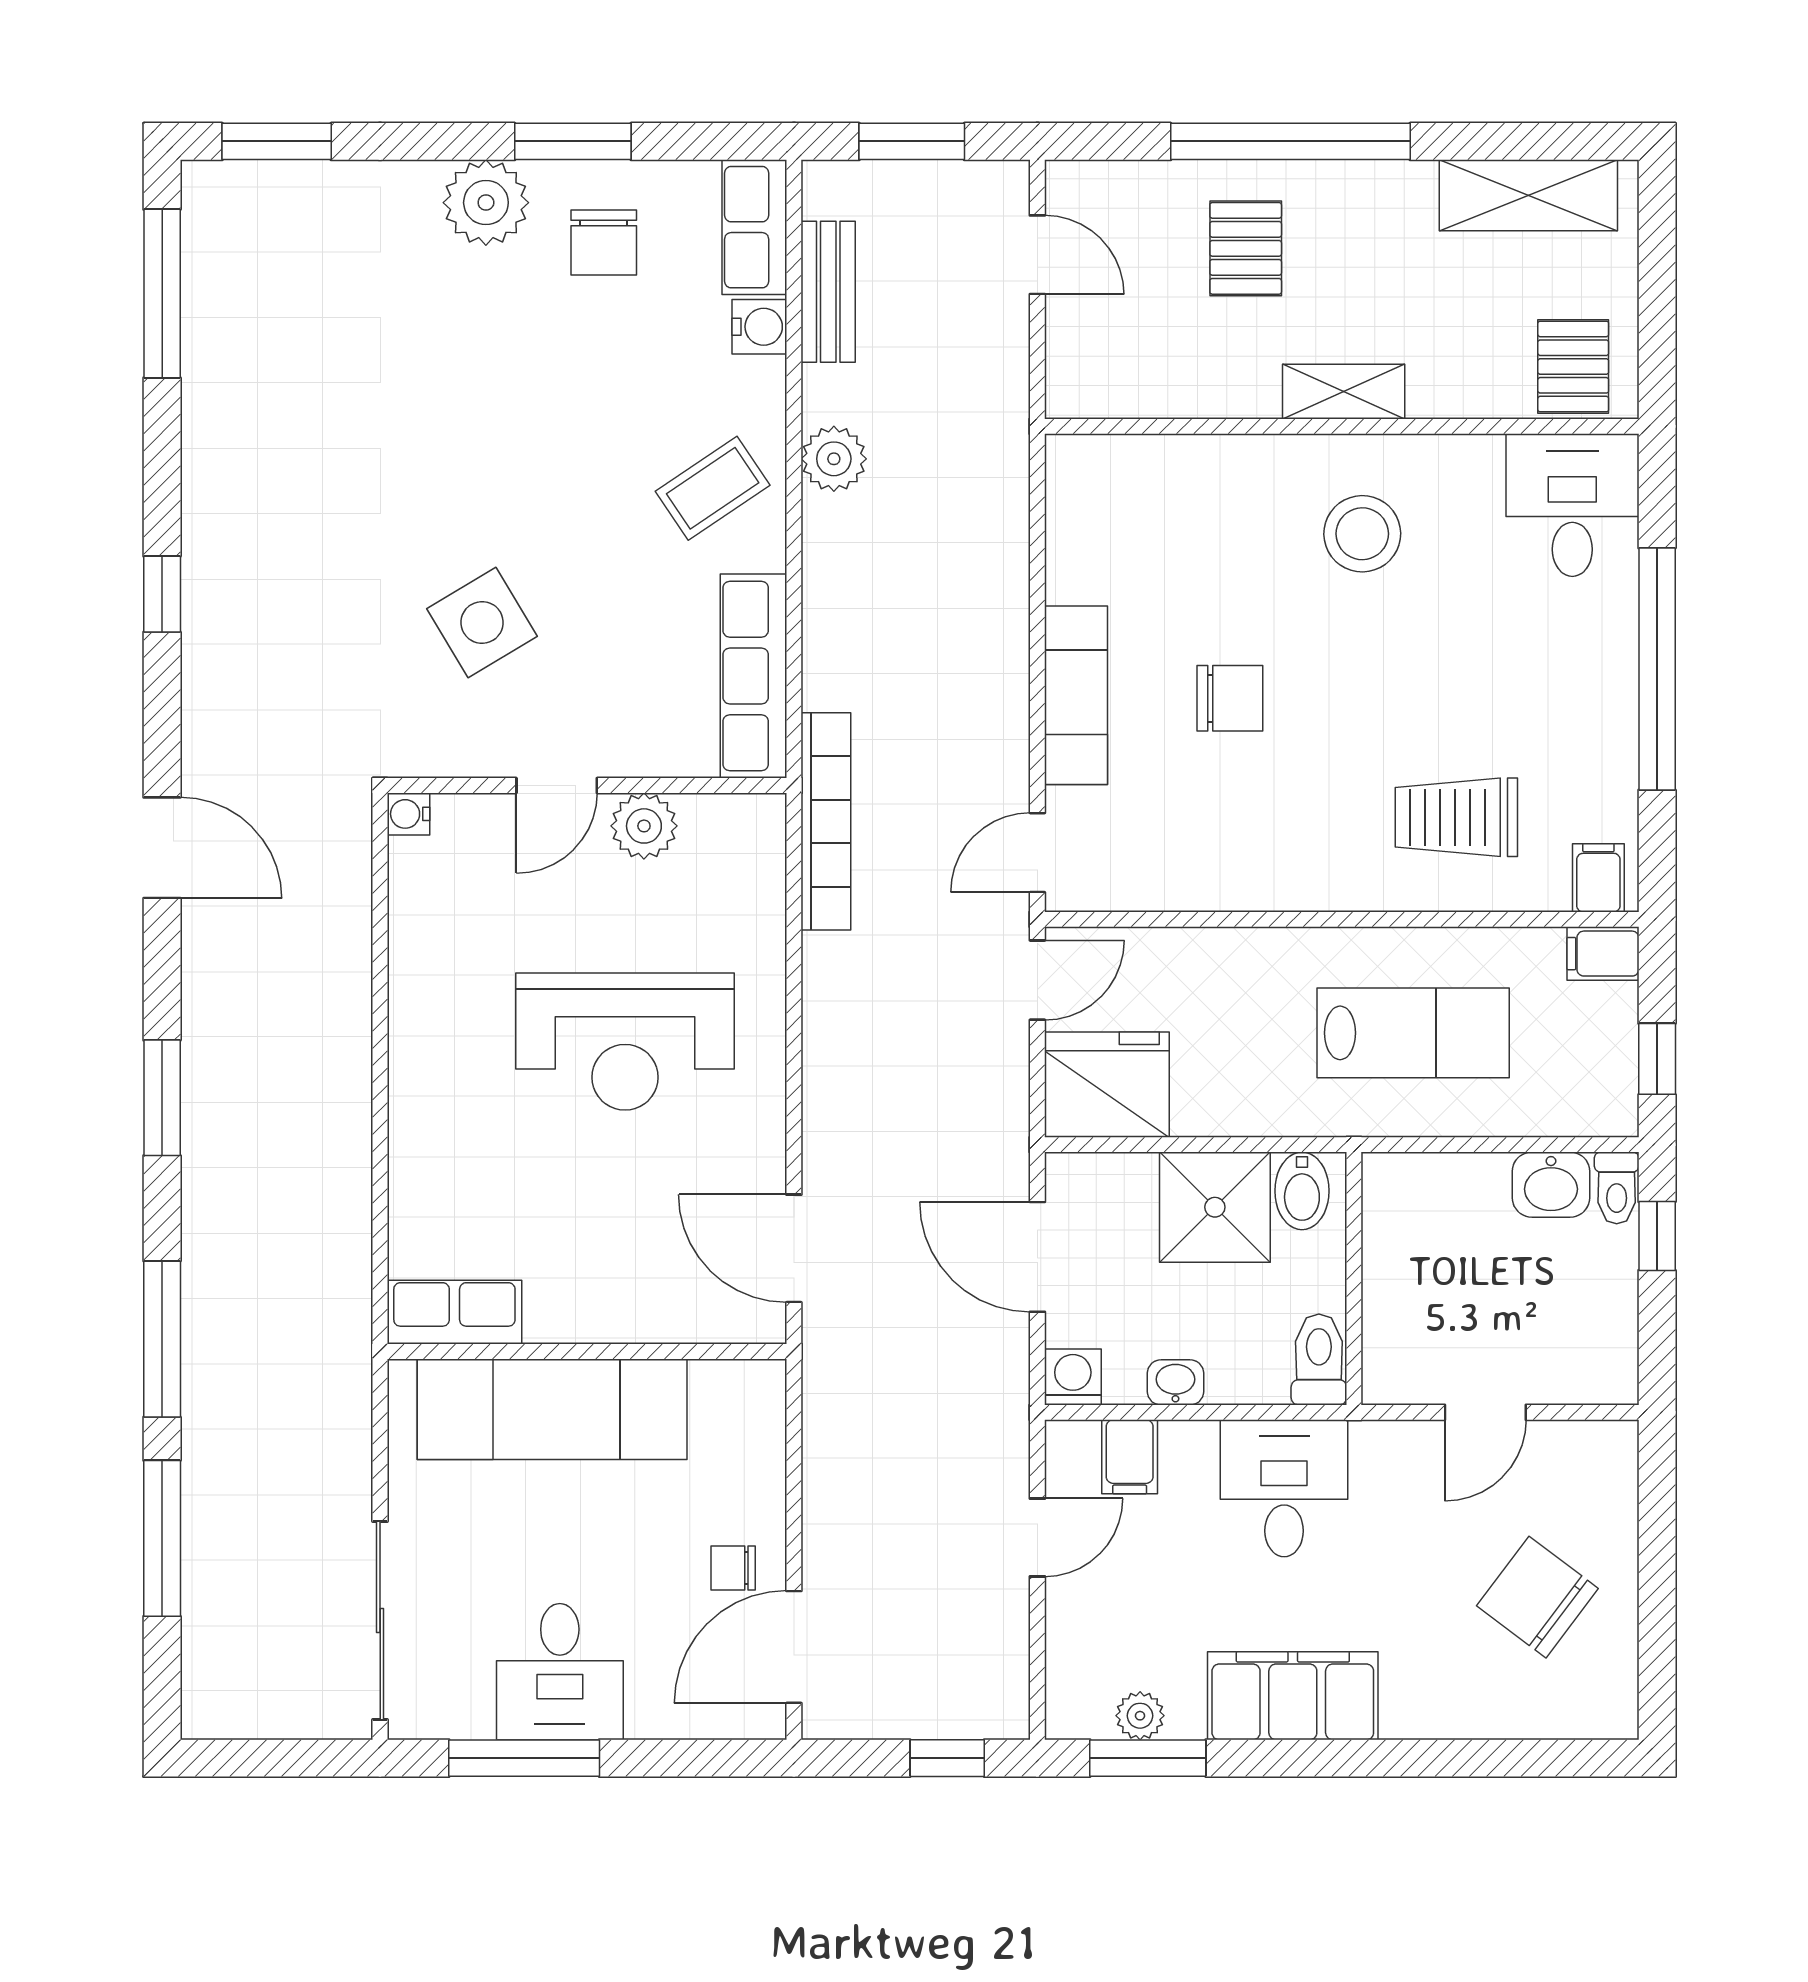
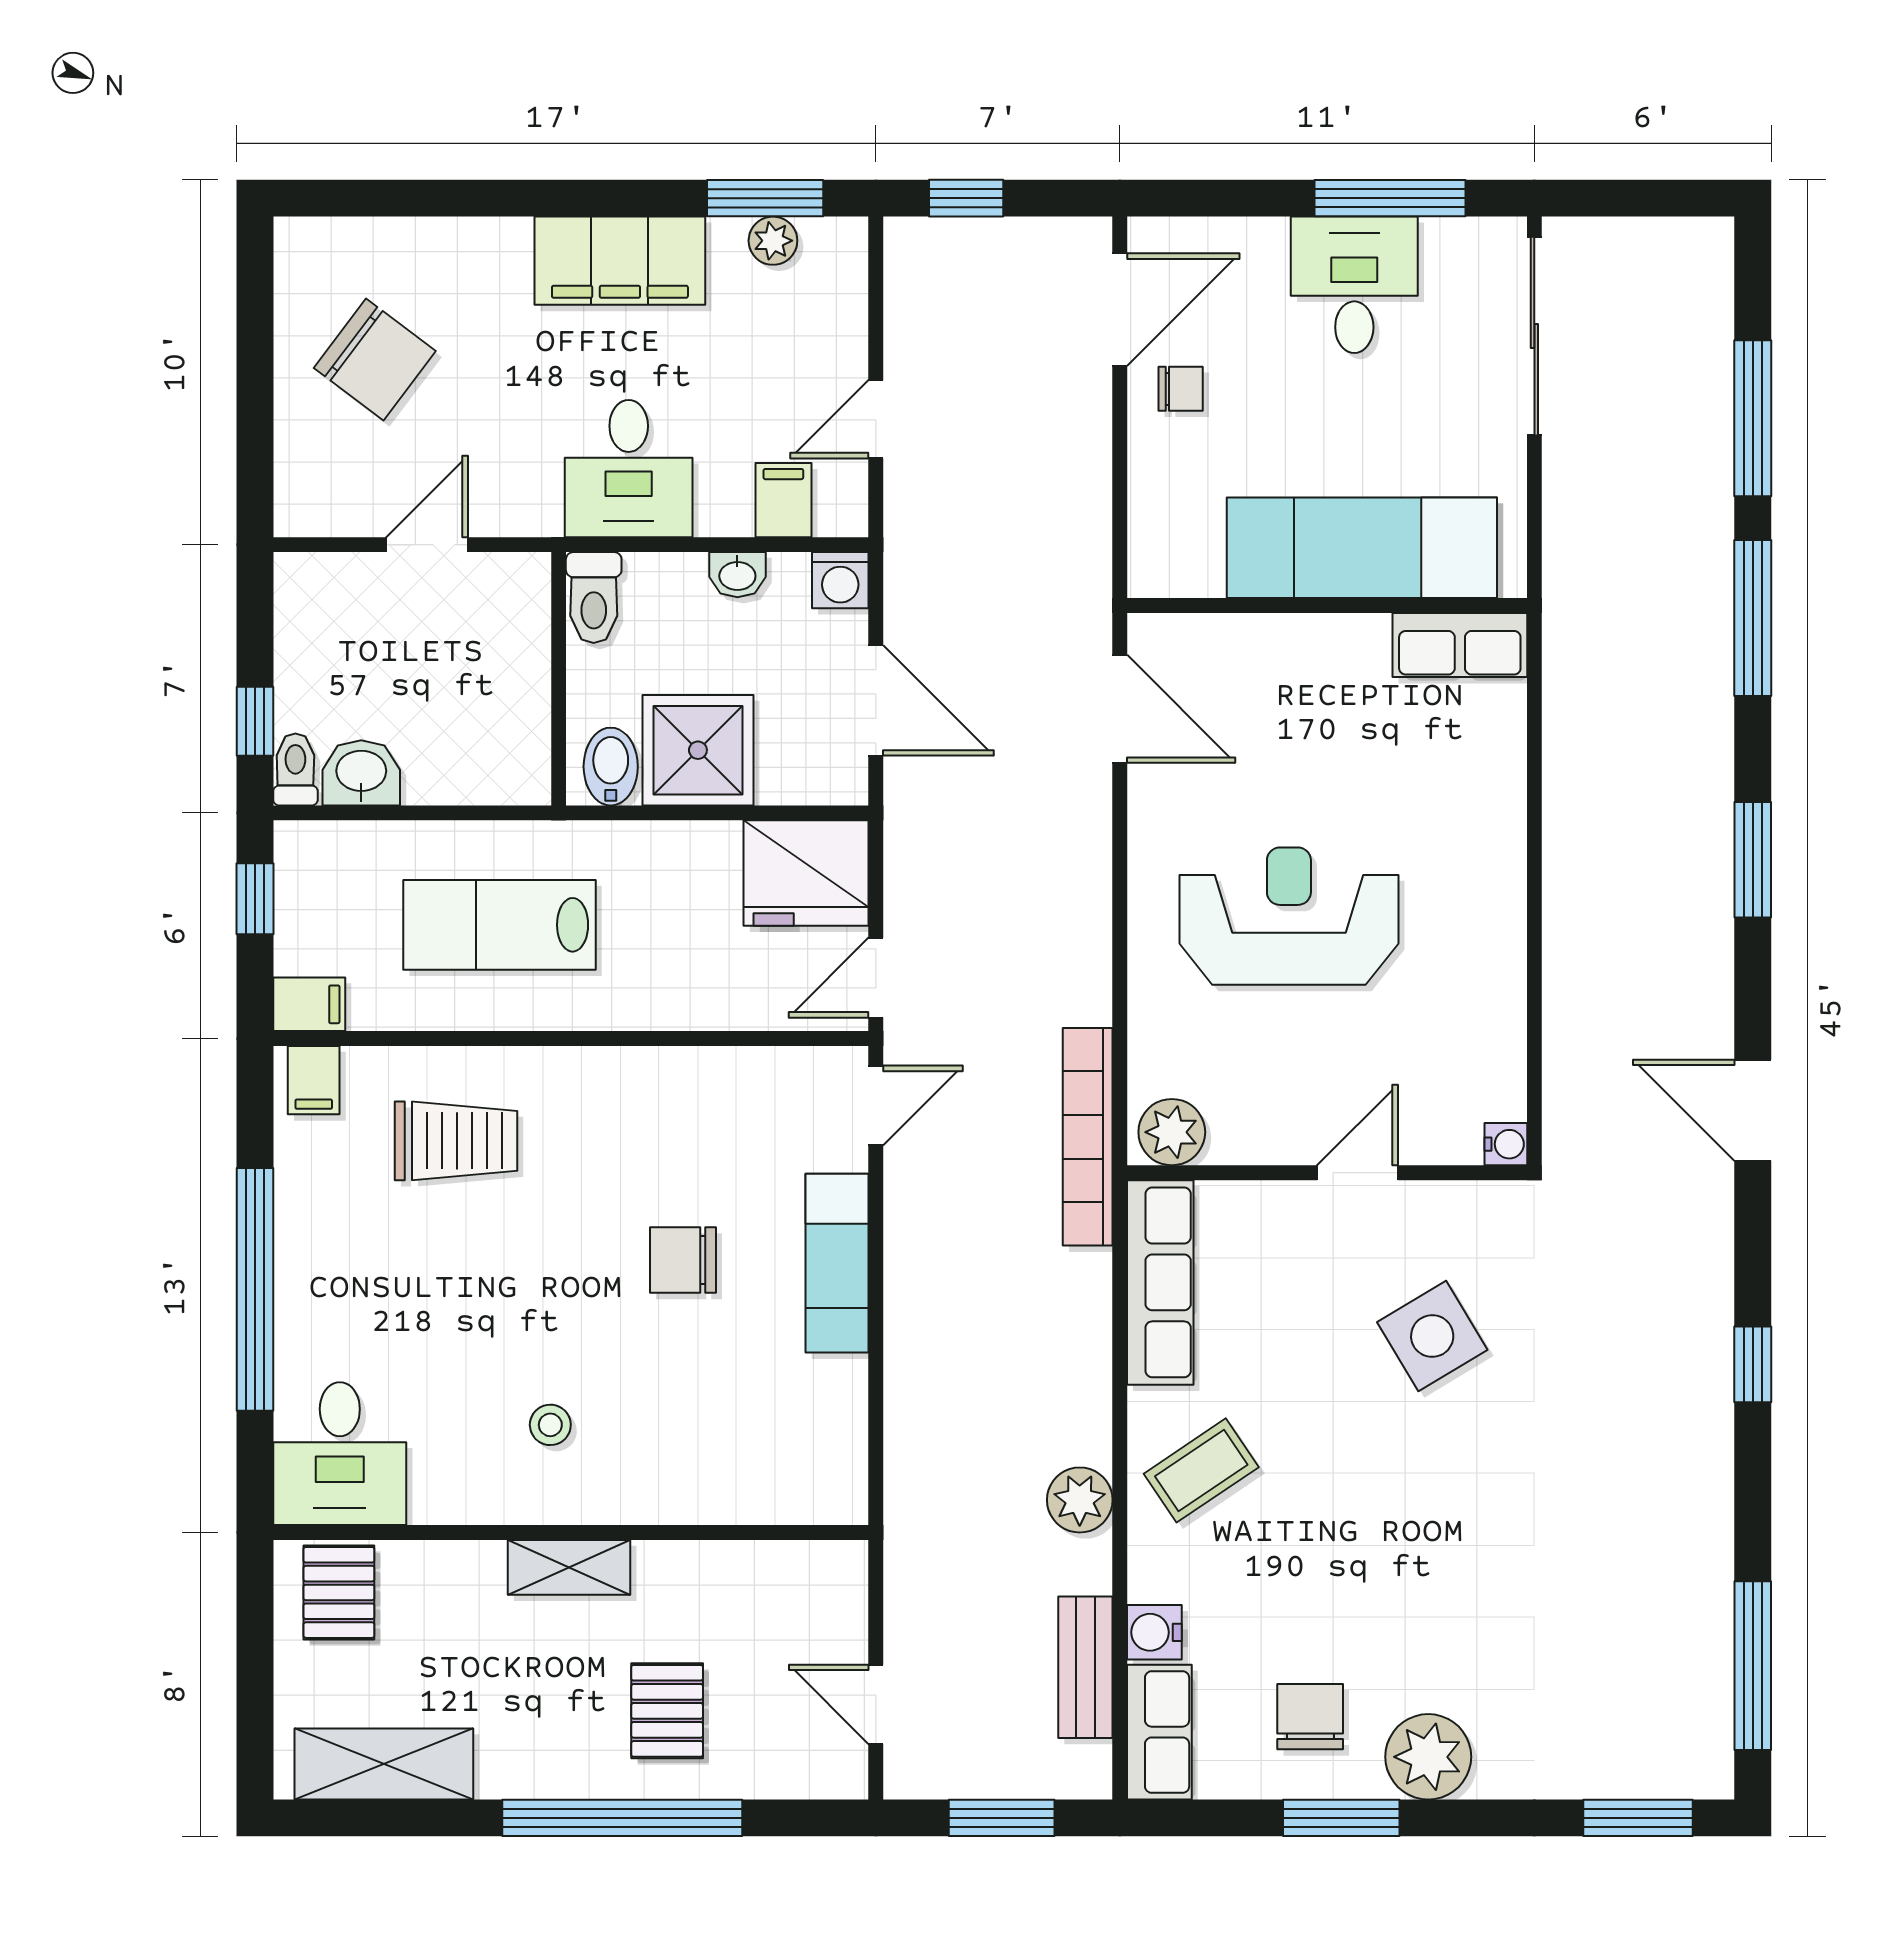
stool: (1362, 534) -> (550, 1425), width x0.53, depth x0.53
plant: (644, 826) -> (1172, 1132), moved

